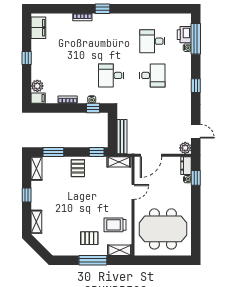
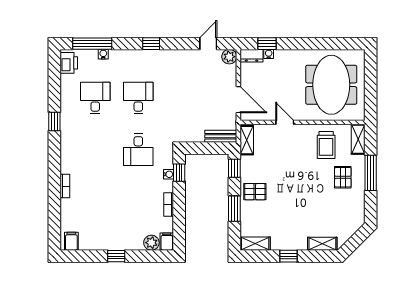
window: (103, 9) -> (54, 121), moved
filing cabinet: (38, 28) -> (71, 241), width x0.50
printer: (184, 35) -> (69, 63), moved, turned -90
desk: (152, 41) -> (95, 98), turned 180
bench: (122, 137) -> (221, 136), width x0.73
window: (53, 152) -> (234, 209), moved

